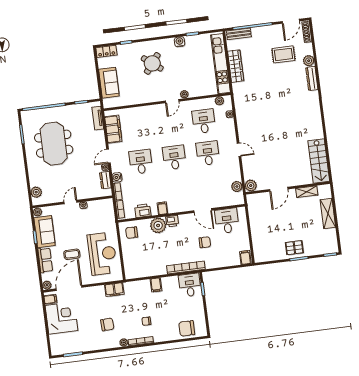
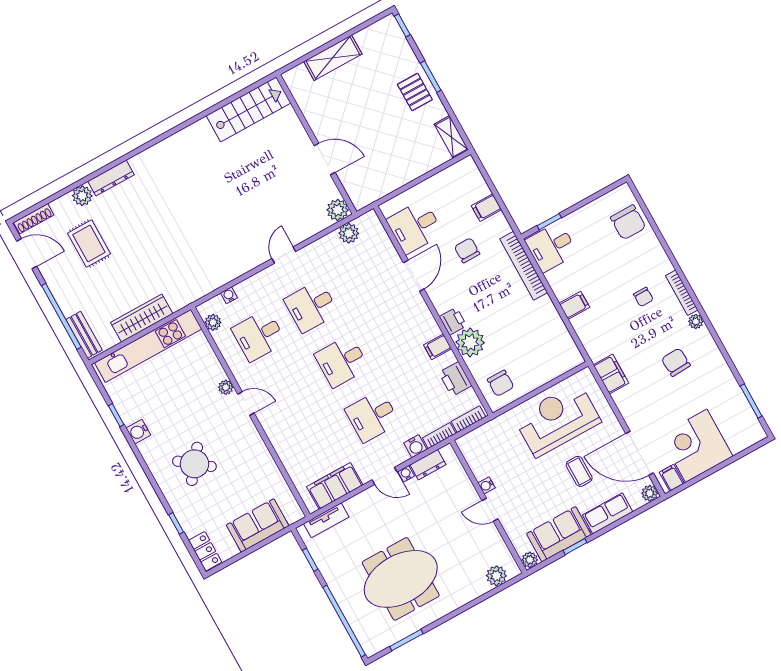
shelving: (307, 192) -> (451, 137), moved
filing cabinet: (245, 257) -> (486, 208), moved

